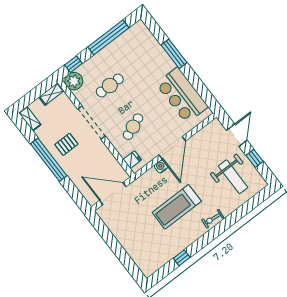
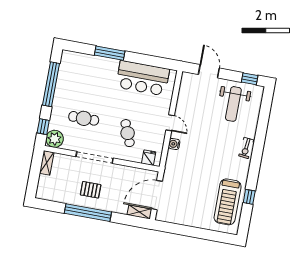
cafe table: (110, 85) -> (84, 118), turned 90
shelving: (30, 119) -> (139, 212), moved
pallet: (66, 144) -> (91, 190), turned 90
door: (172, 148) -> (170, 123), width x0.53
window: (255, 158) -> (250, 79), moved
weight bench: (233, 177) -> (233, 104), turned 90
treadmill: (177, 207) -> (228, 202), moved

